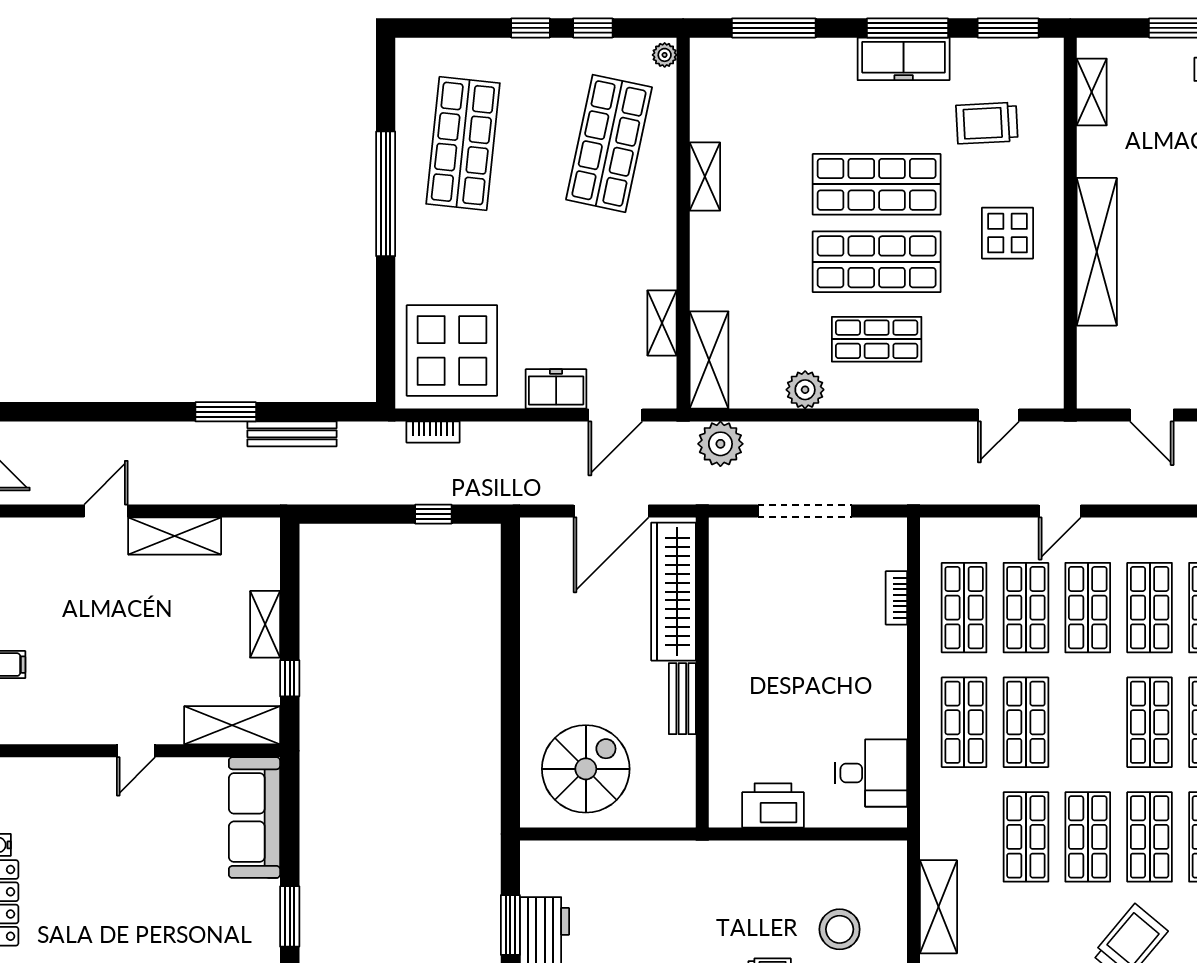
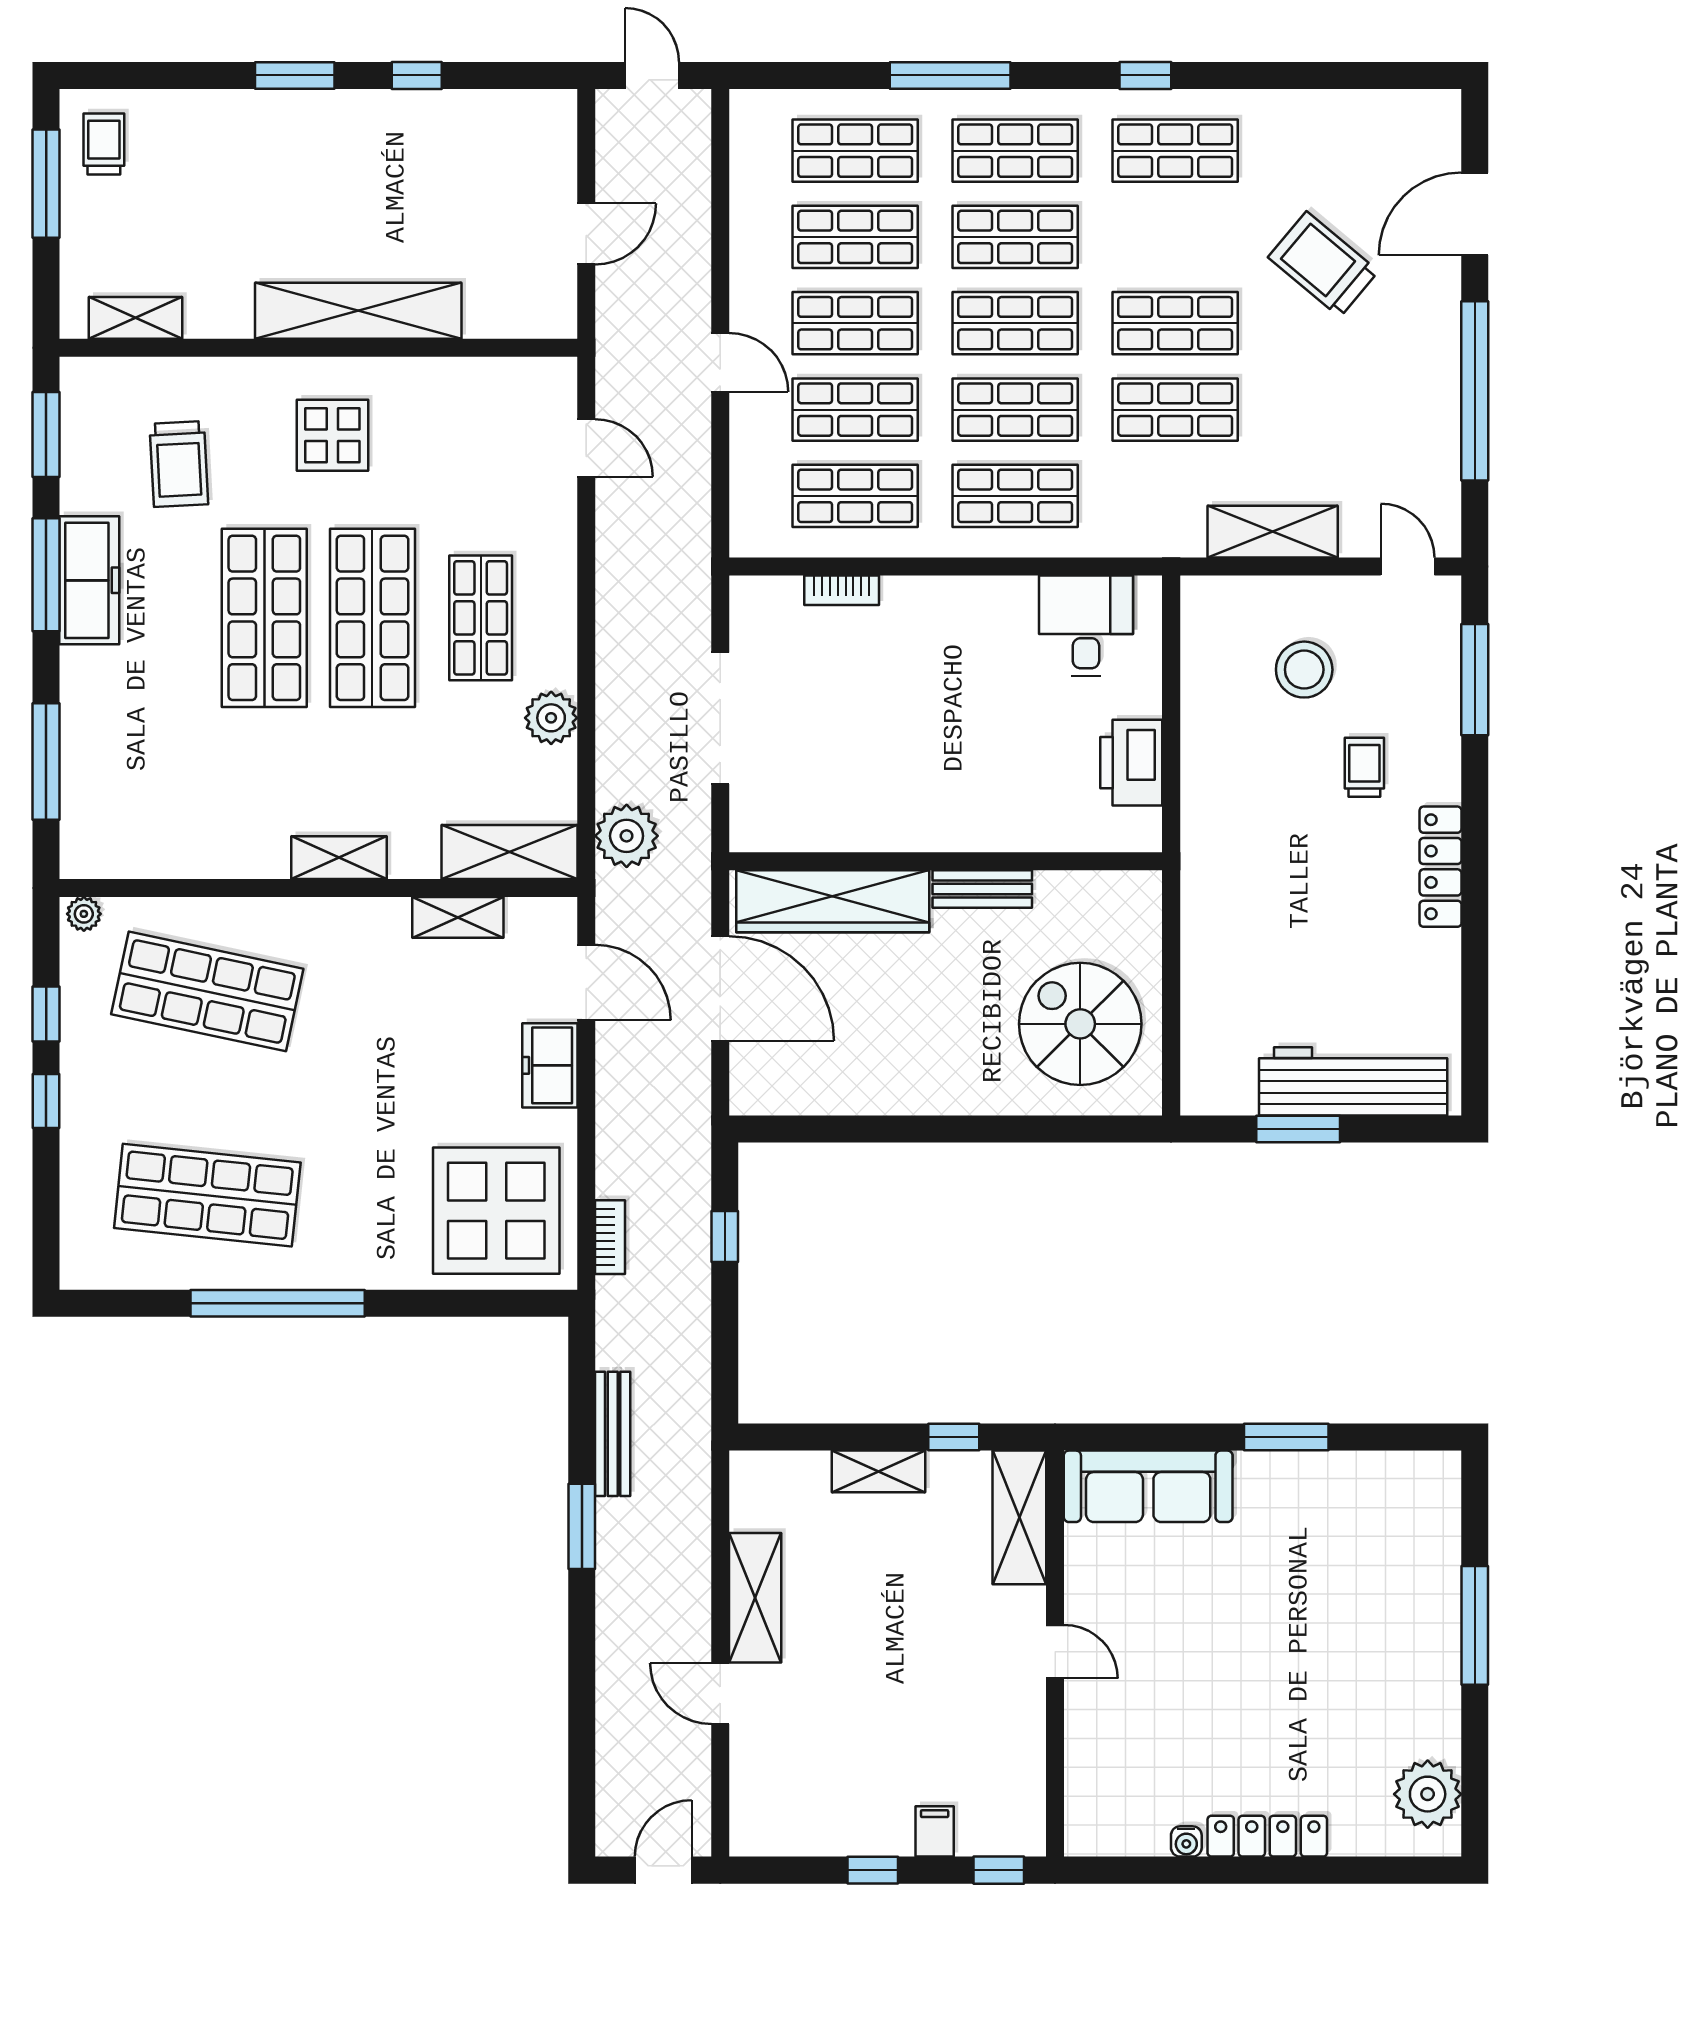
shelving: (705, 177) -> (339, 858), moved
shop shelf: (1150, 837) -> (1015, 323), moved

